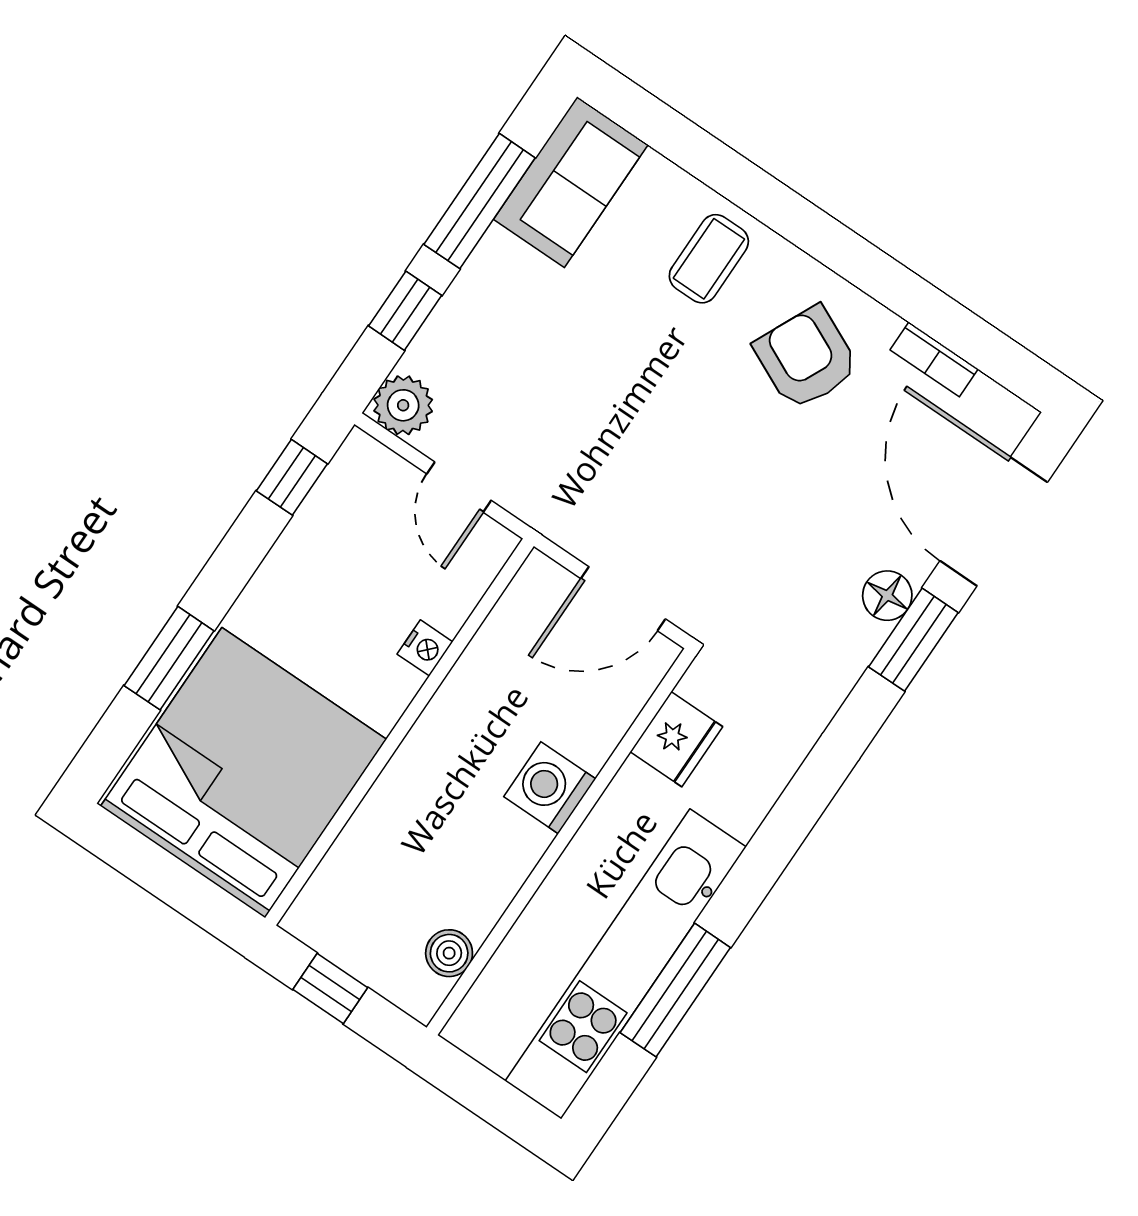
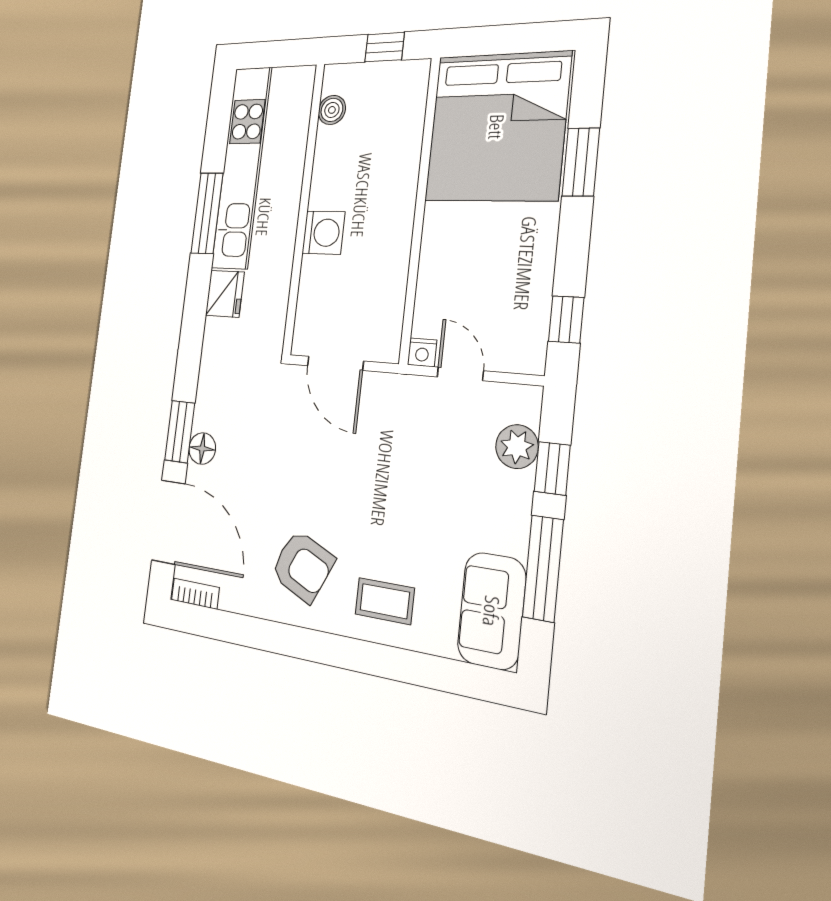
coffee table: (709, 259) -> (385, 601), turned 90
bookcase: (934, 359) -> (195, 594), moved
plant: (403, 405) -> (517, 447), moved
door: (623, 599) -> (335, 363), swing flipped
nightstand: (425, 648) -> (422, 352), moved, turned -90
fridge: (676, 739) -> (225, 294), moved, turned 180
window: (675, 990) -> (207, 213), moved

